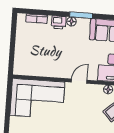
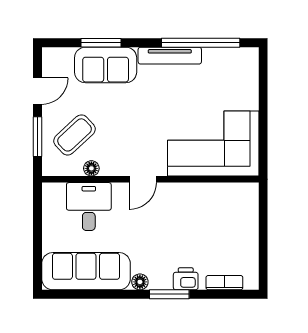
window: (81, 15) -> (169, 294), moved
floor lamp: (71, 22) -> (140, 282), moved

